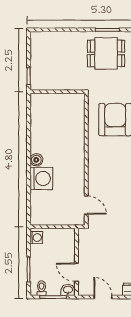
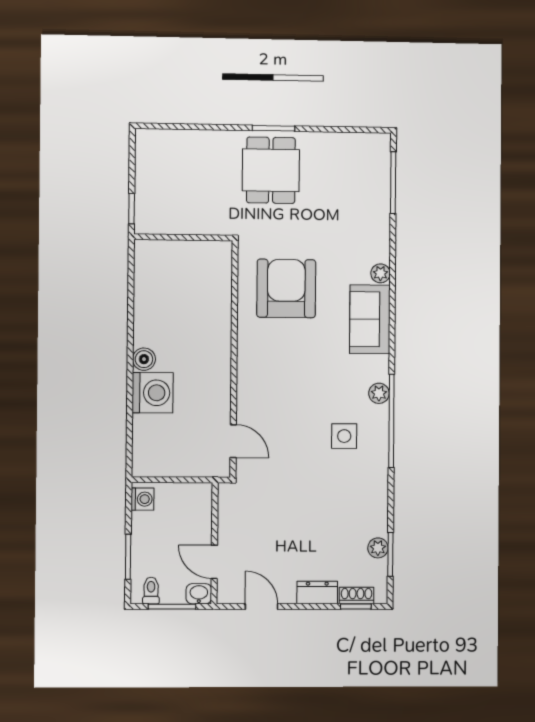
dining table: (106, 53) -> (271, 170), turned 90

